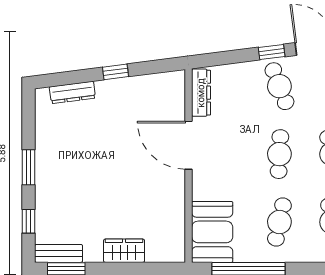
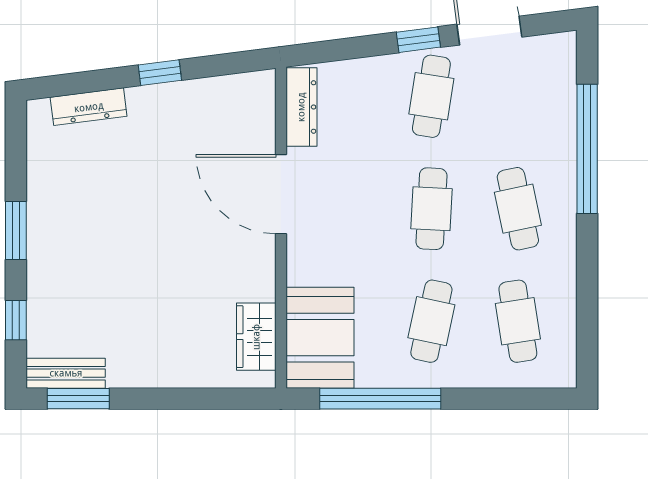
cafe table: (279, 86) -> (431, 96), turned 30
wardrobe: (124, 251) -> (256, 337), moved, turned -90

